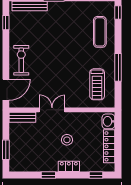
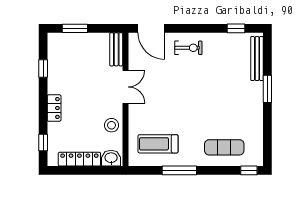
exercise bike: (21, 60) -> (188, 48), width x0.73, depth x0.72
stool: (67, 140) -> (112, 125), moved
window: (48, 175) -> (43, 69), moved

